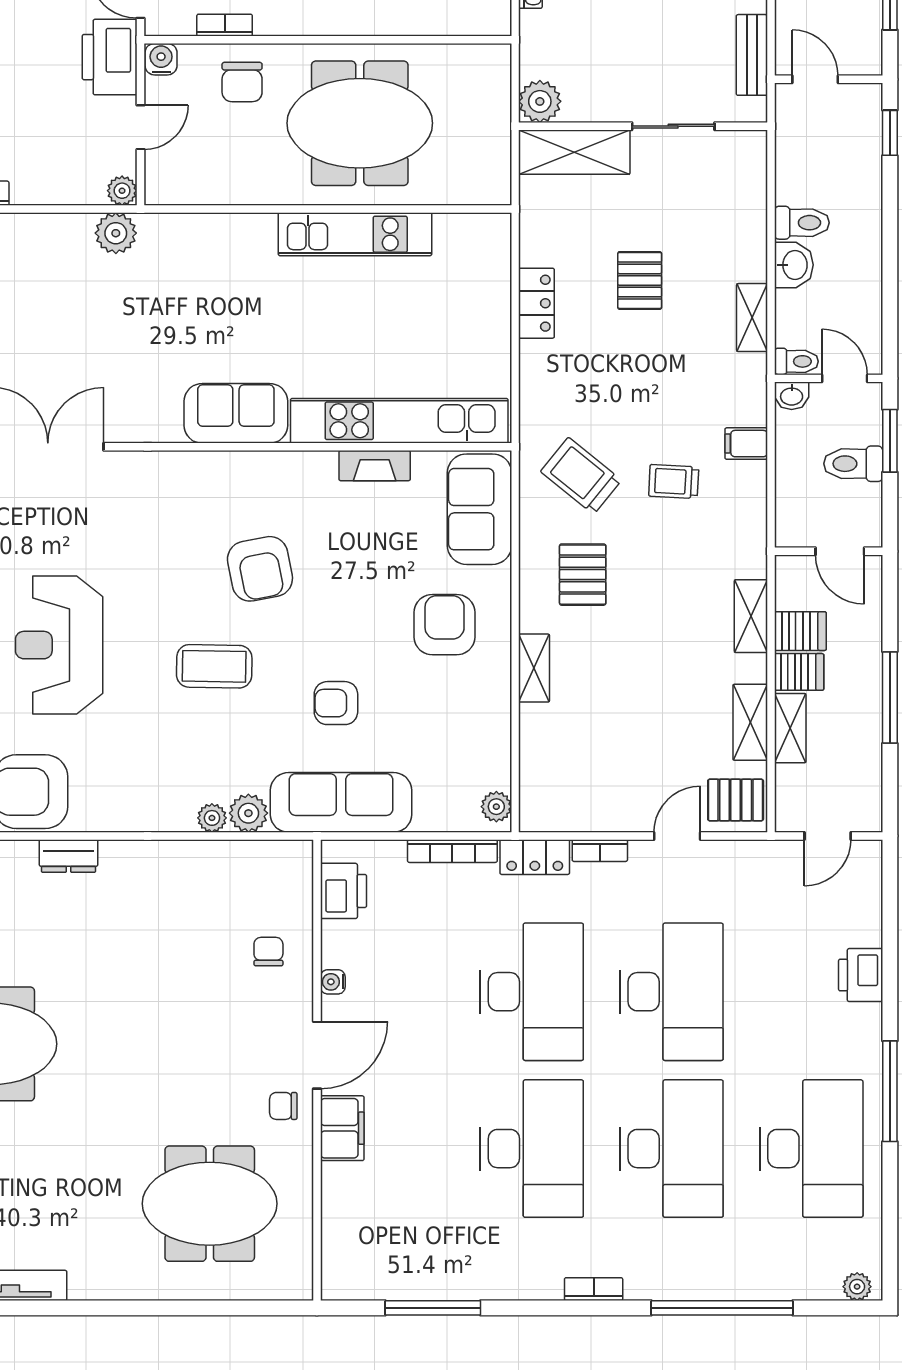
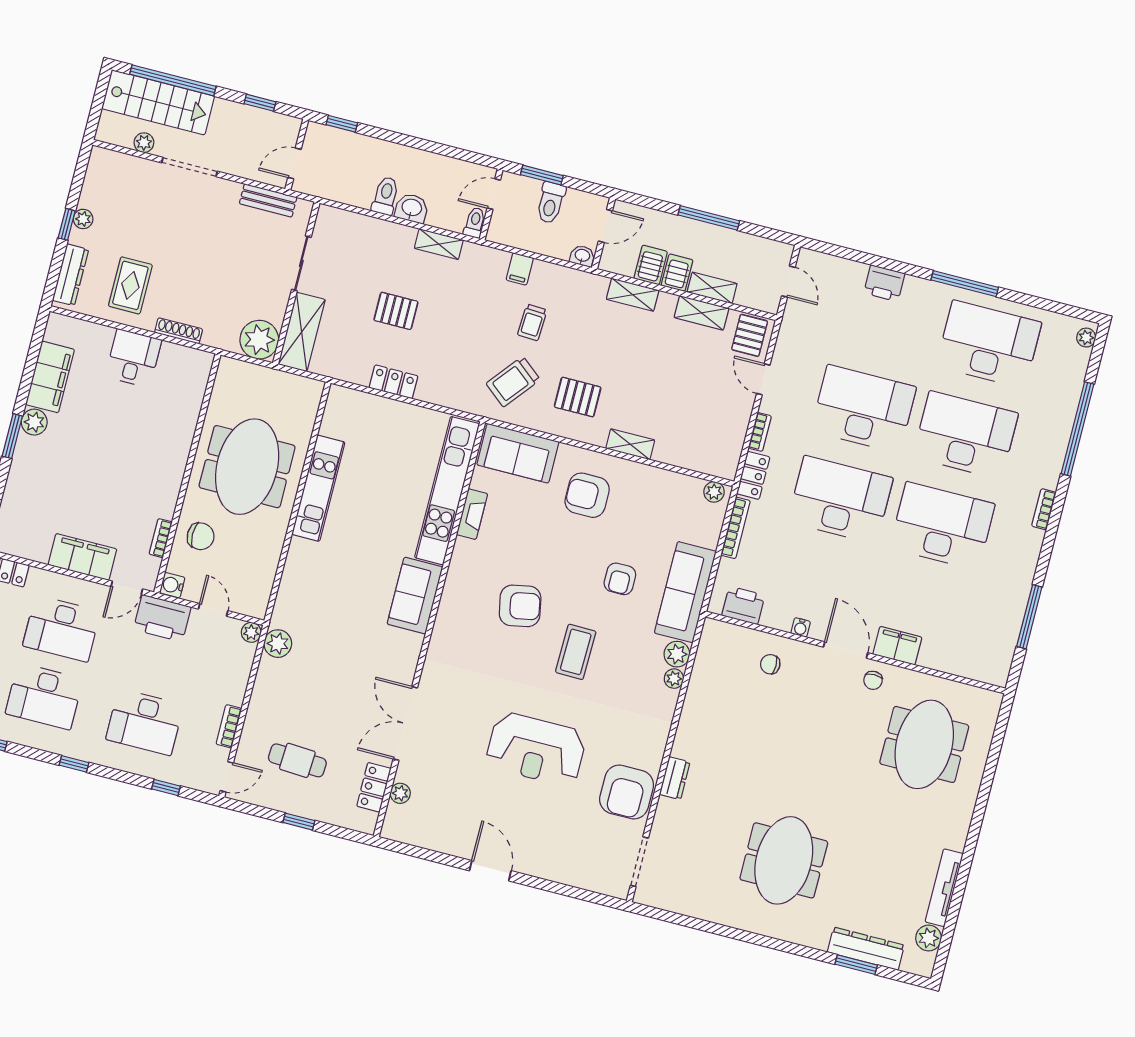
plant: (540, 101) -> (259, 340), width x1.36, depth x1.36
washbasin: (792, 396) -> (582, 256), moved, turned -90

